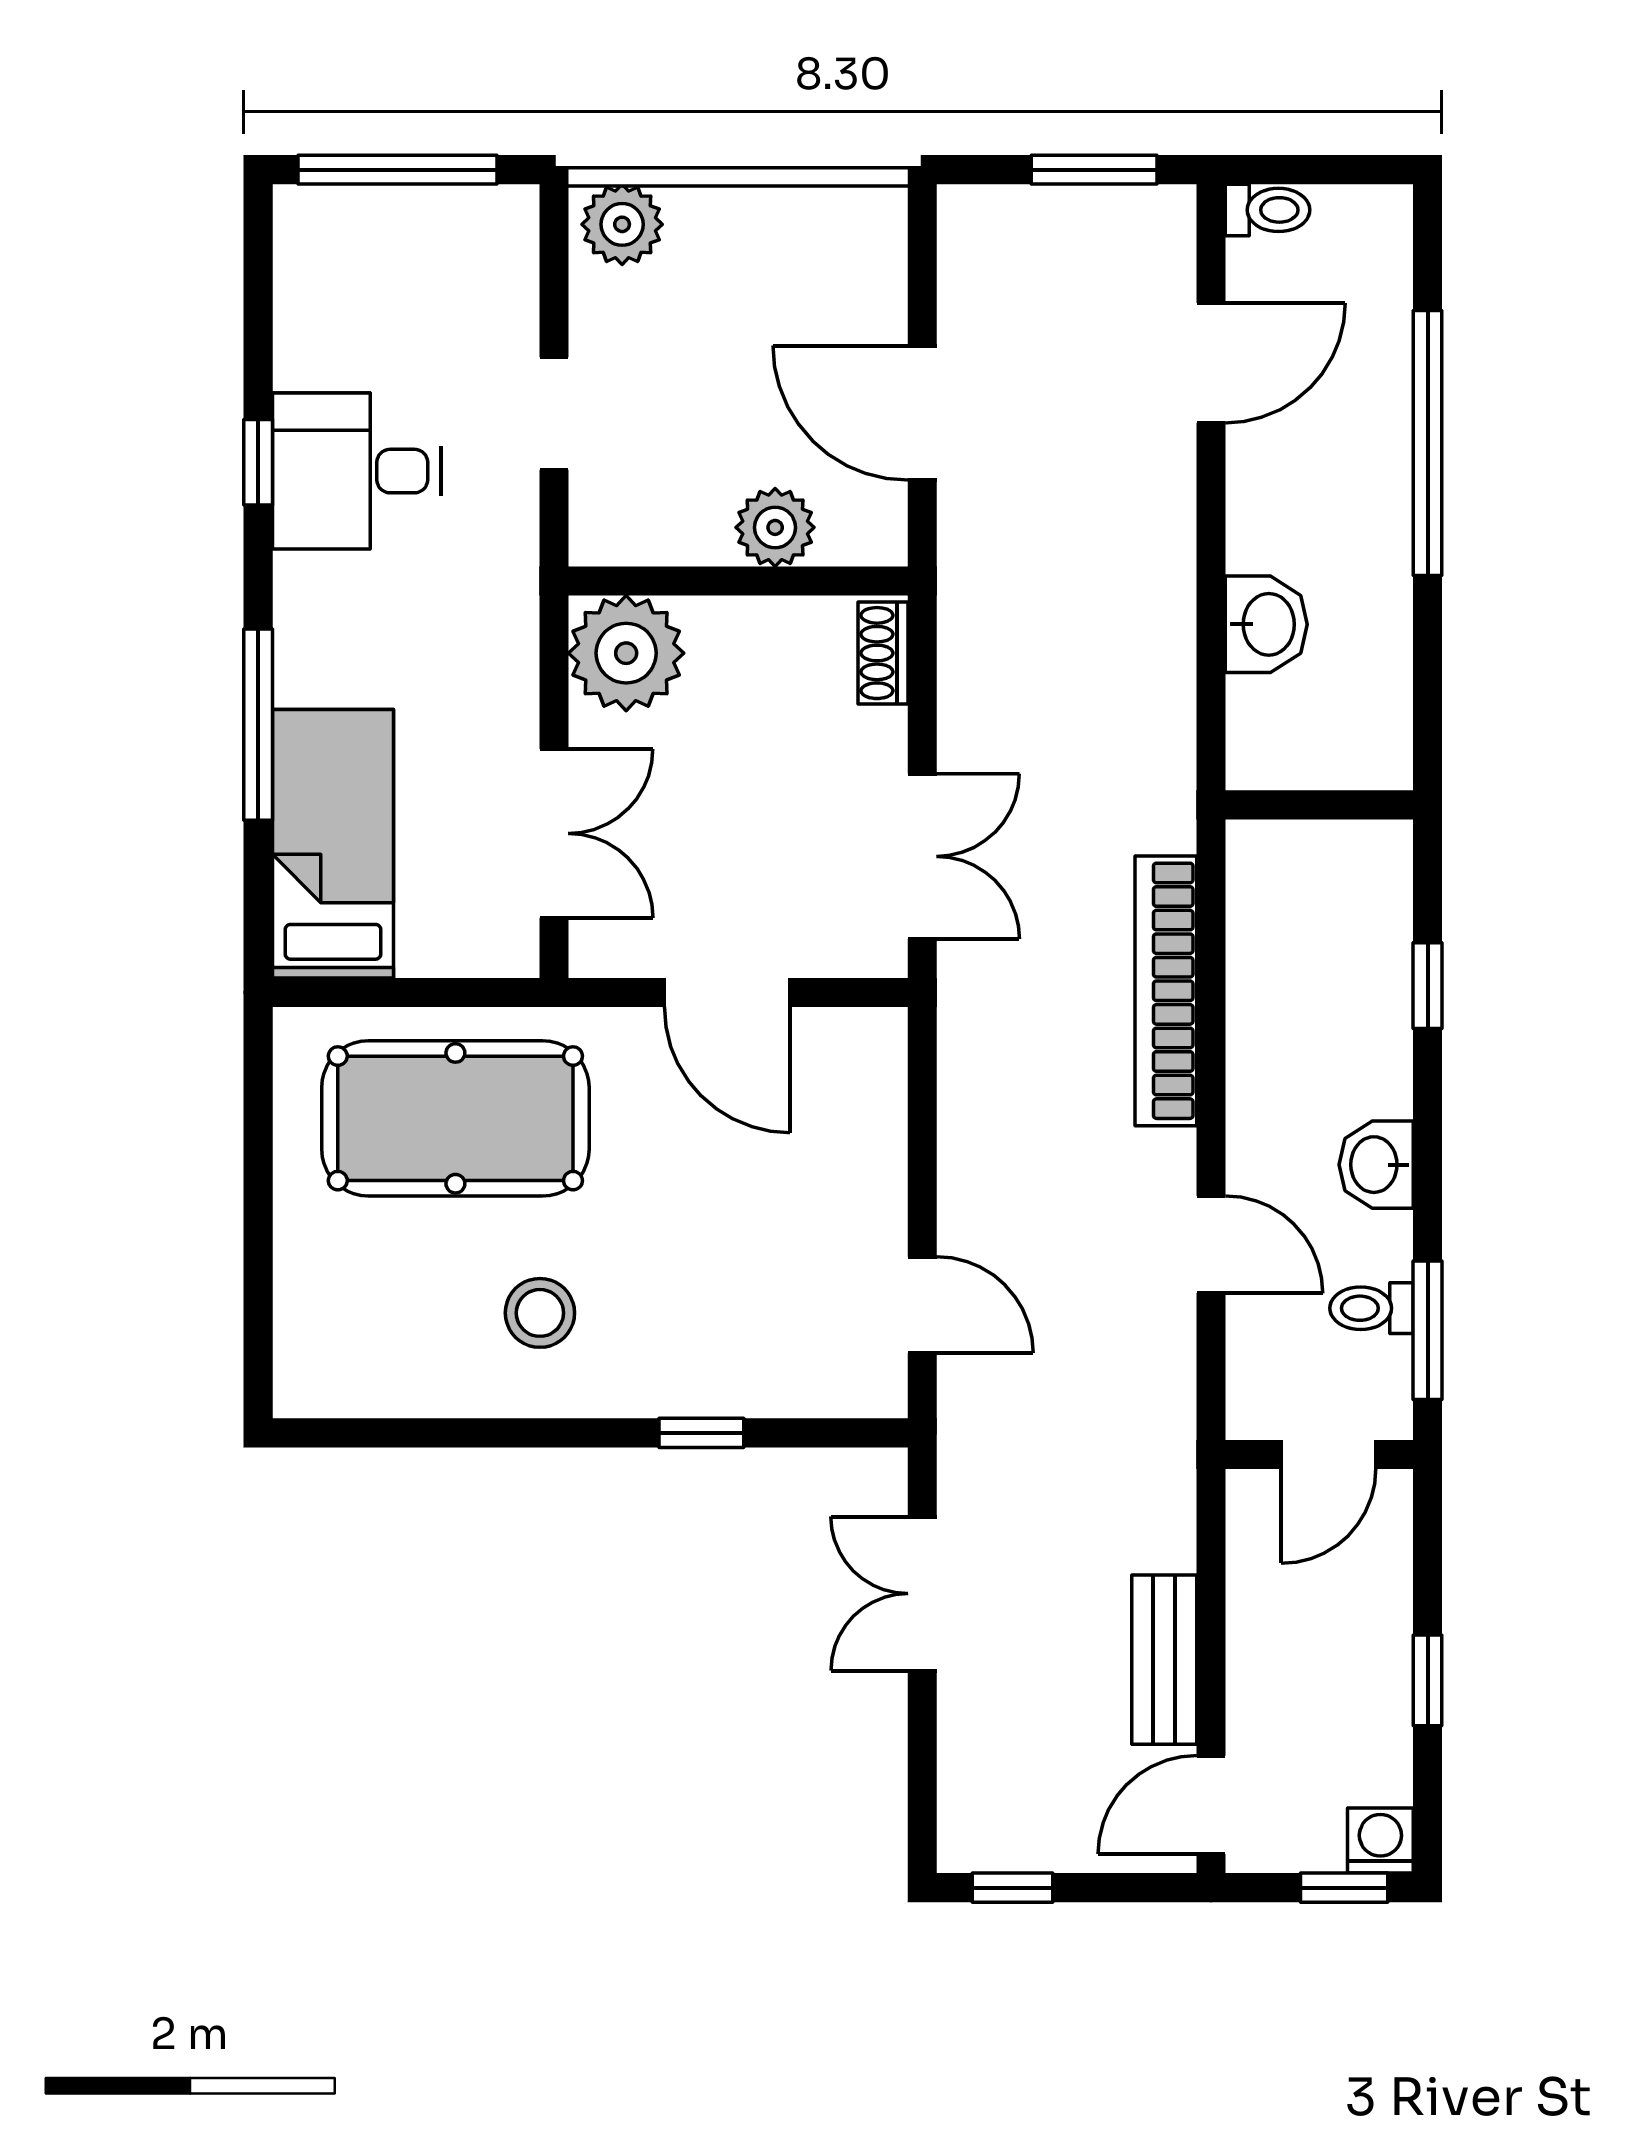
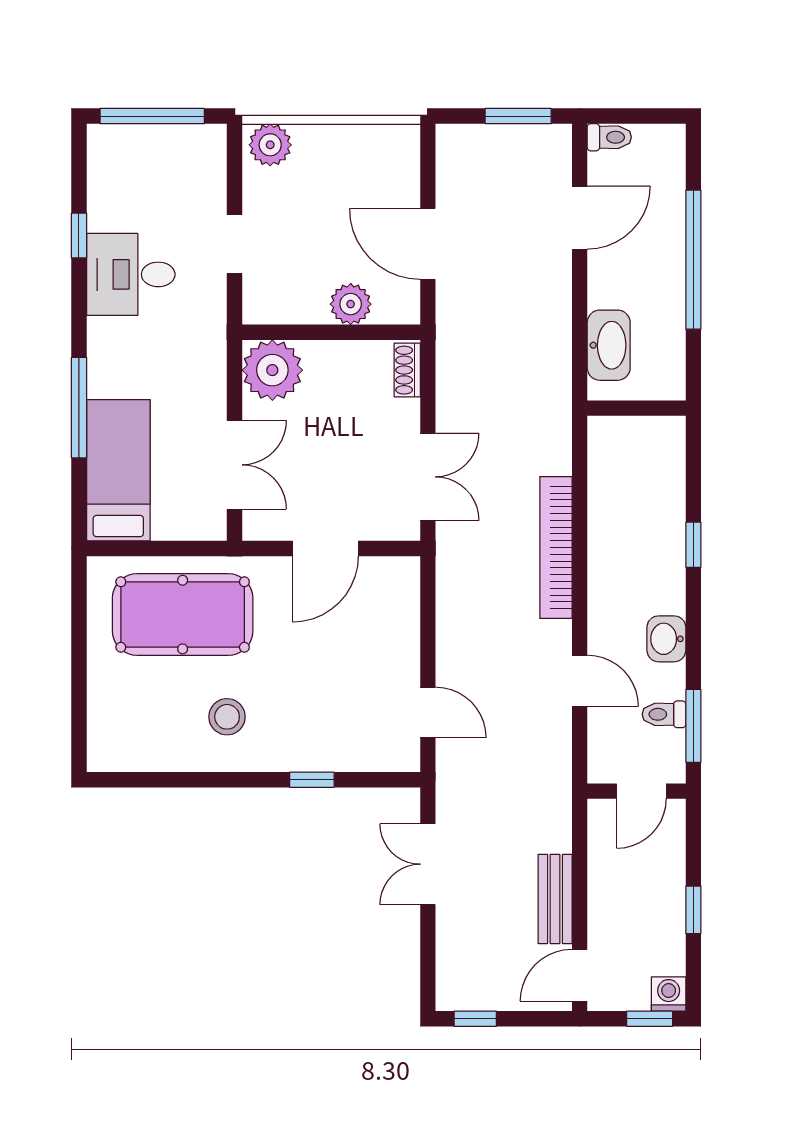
window: (258, 462) -> (79, 236), moved
washbasin: (1266, 624) -> (609, 345), width x1.38
wall: (1319, 805) -> (636, 408), moved
door: (727, 993) -> (325, 548), hinge flipped

